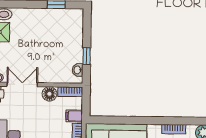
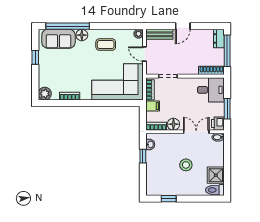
stool: (35, 45) -> (186, 165), added
double door: (22, 85) -> (196, 132), swing flipped

